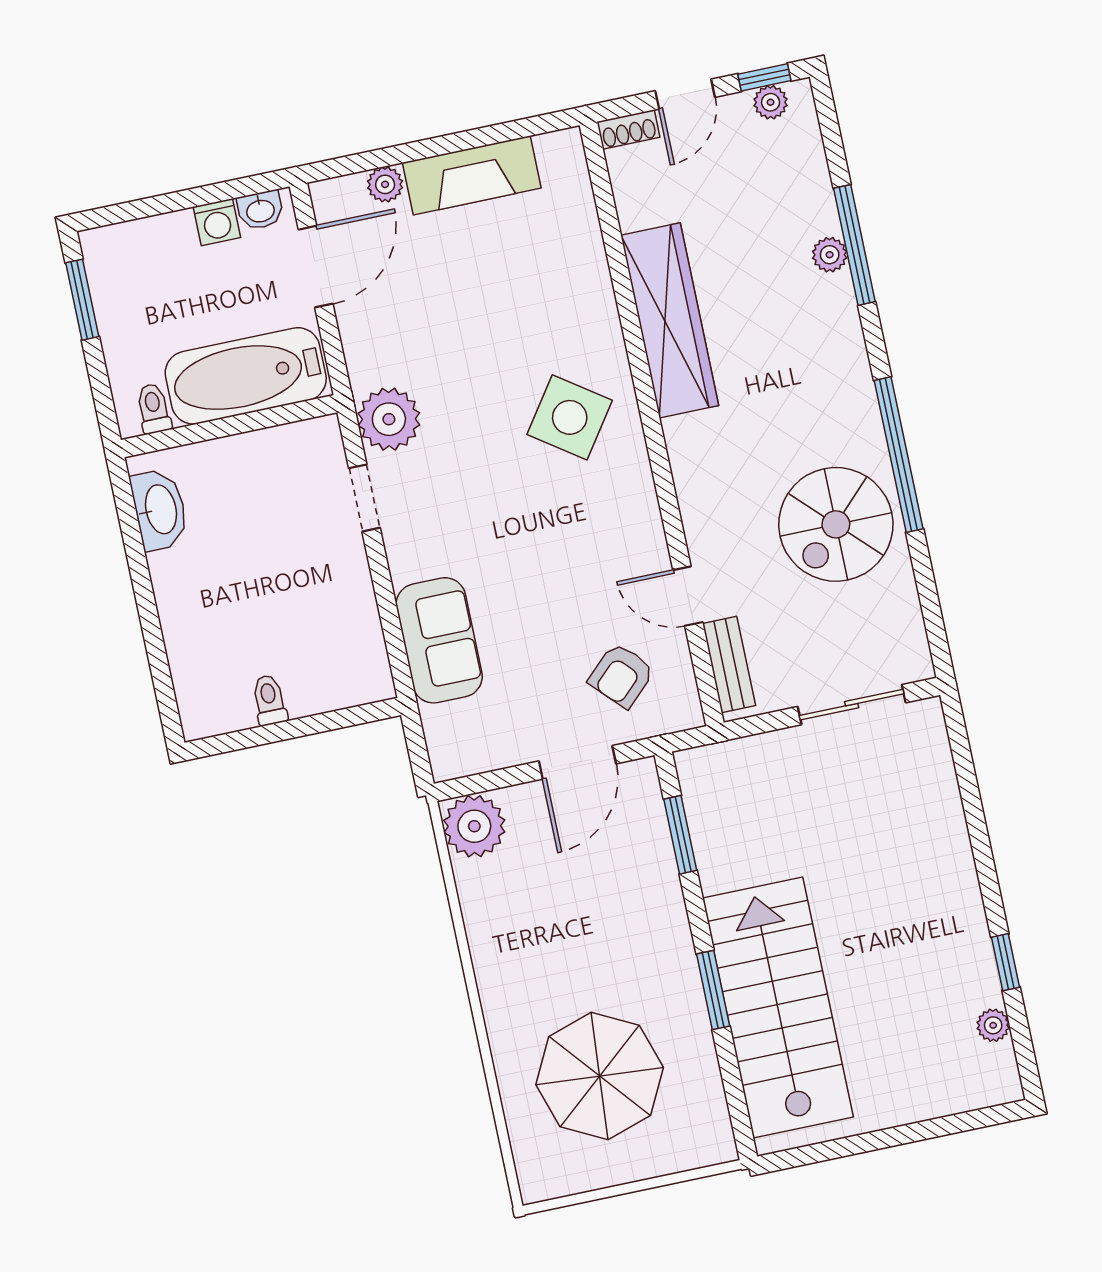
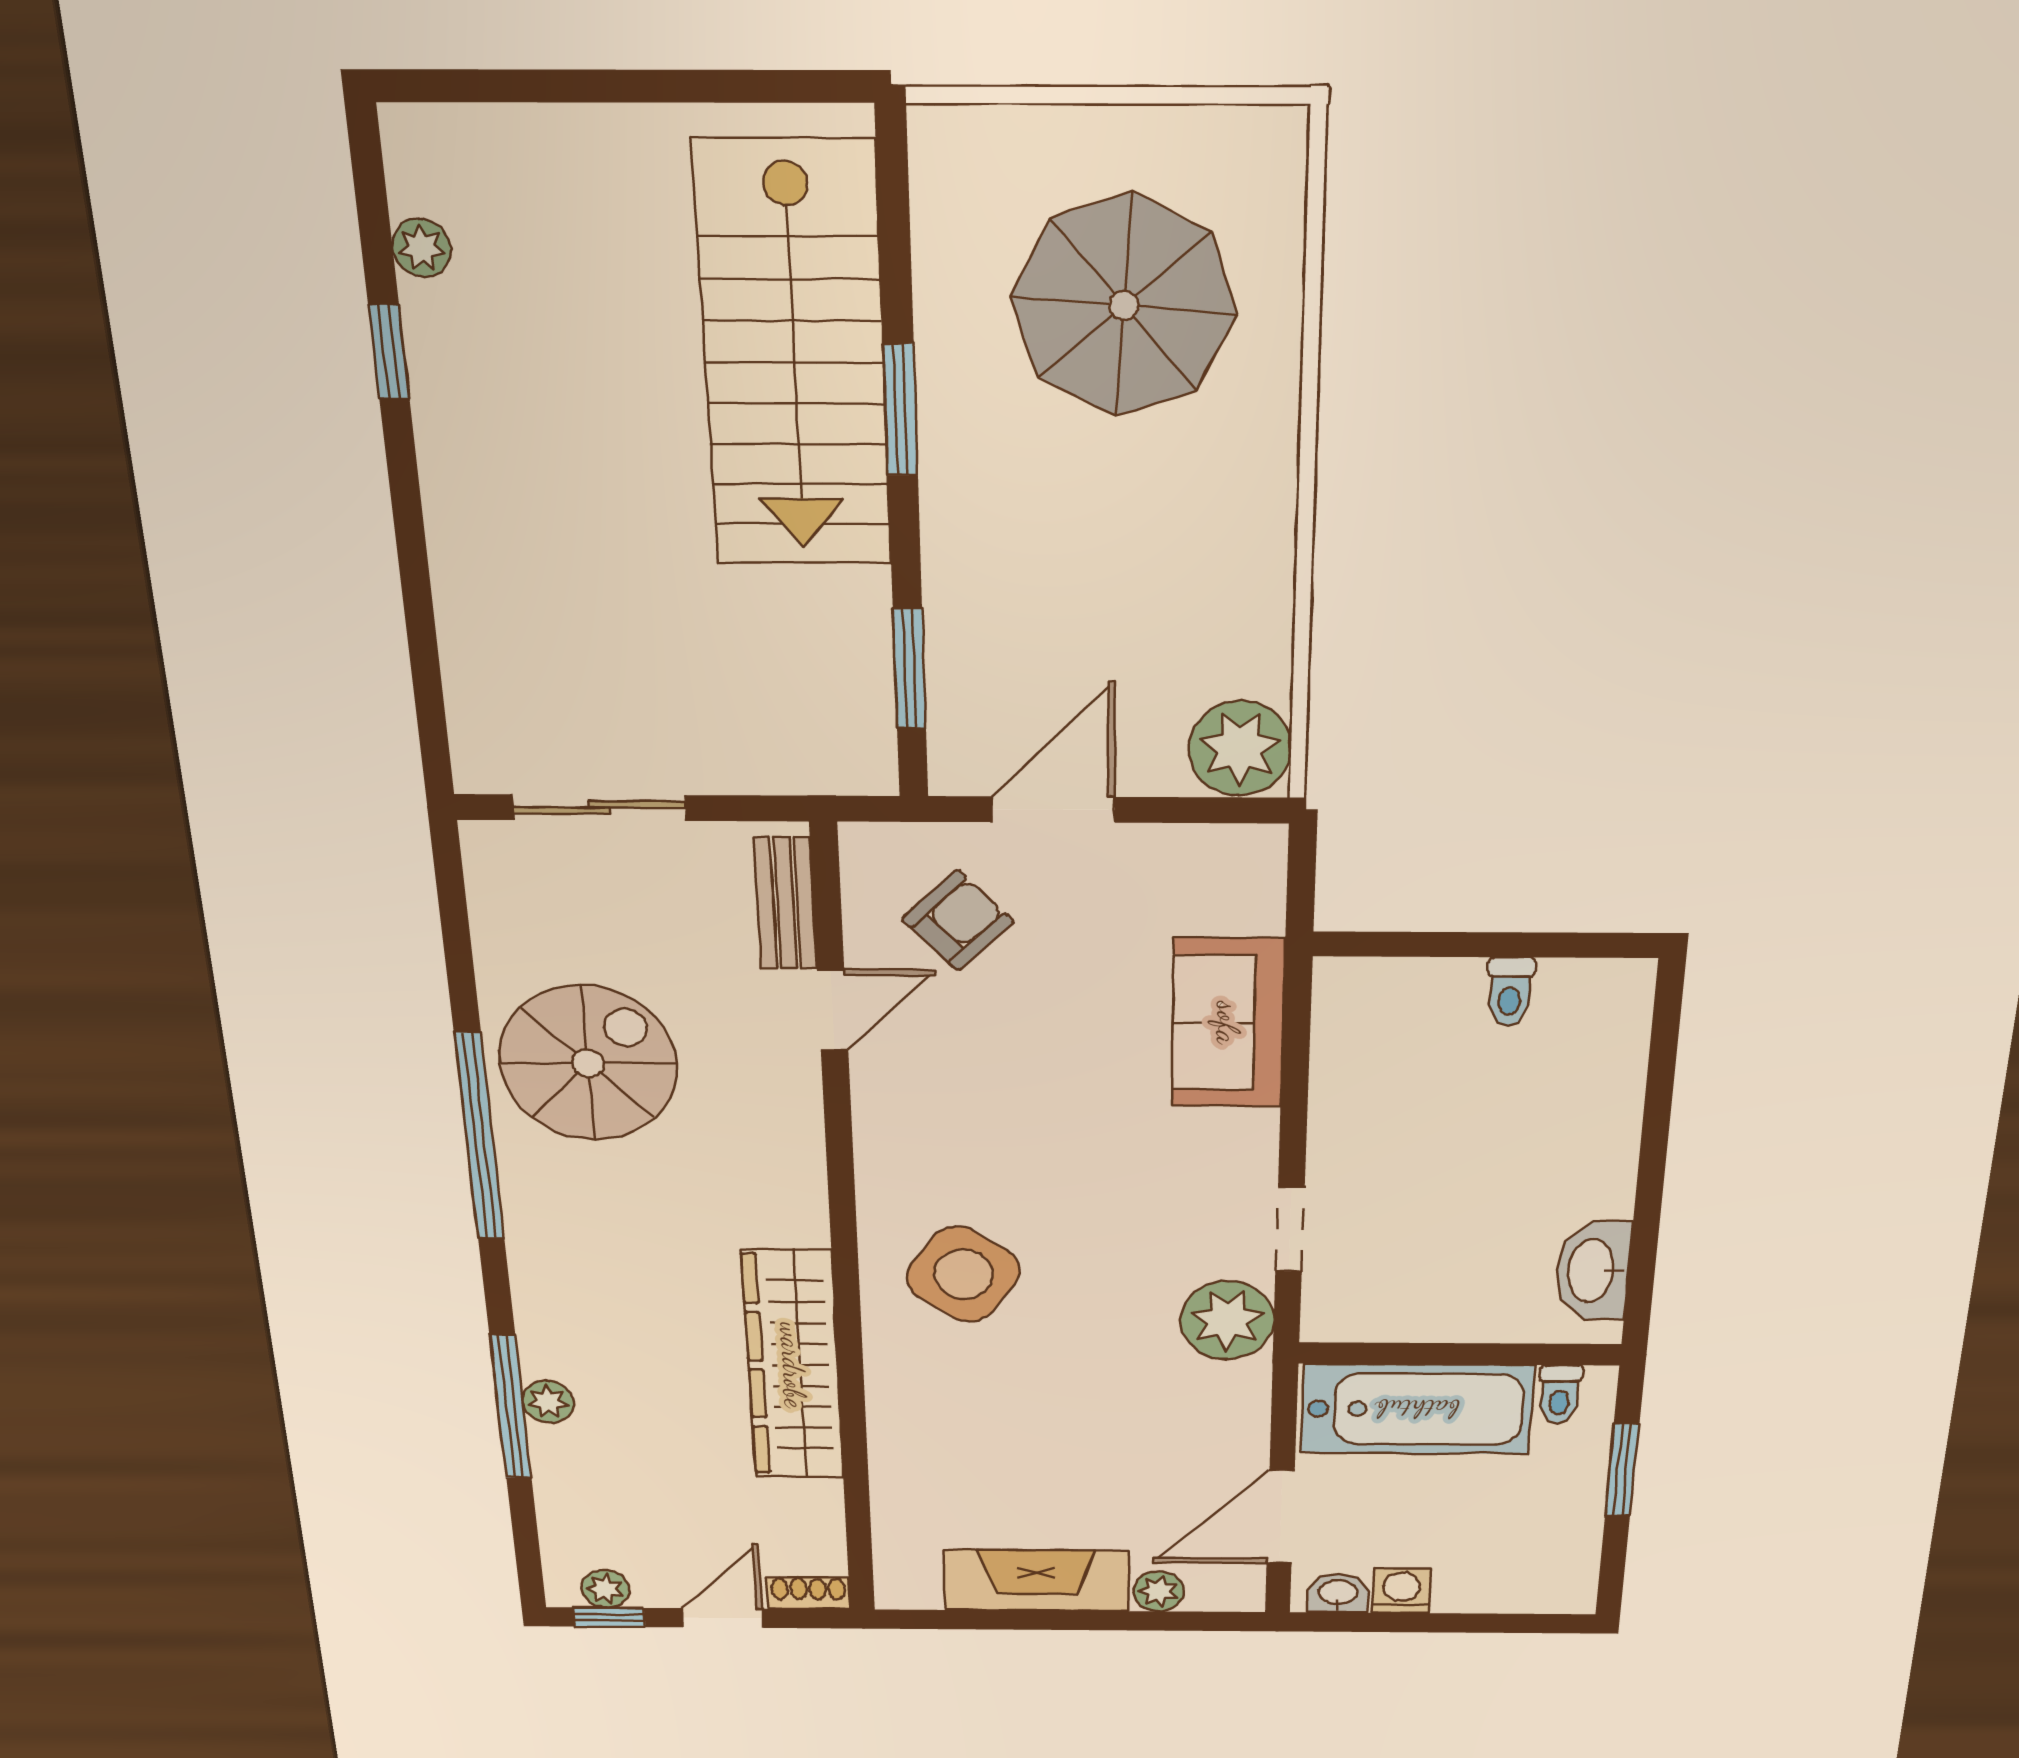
window: (82, 300) -> (1622, 1470), moved
door: (688, 596) -> (832, 1010), hinge flipped

